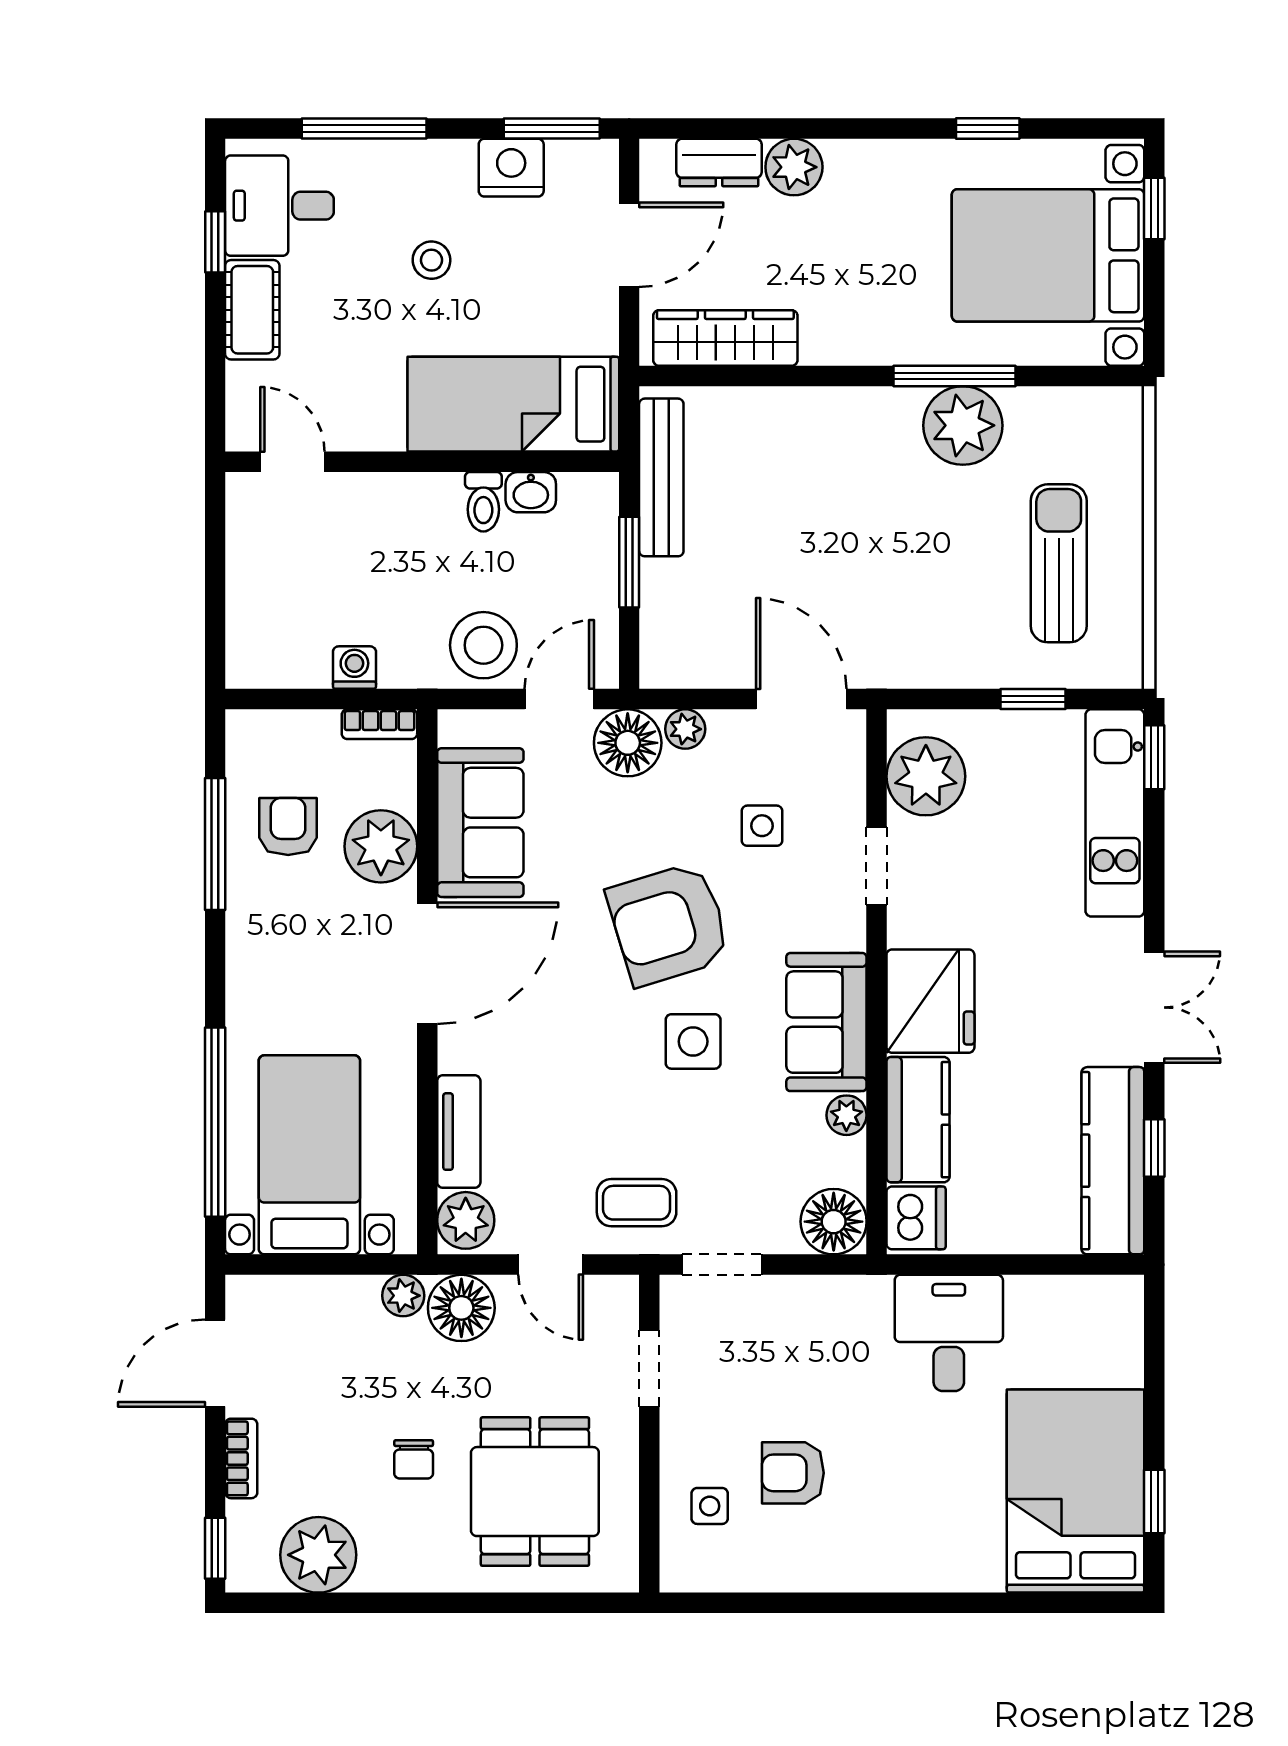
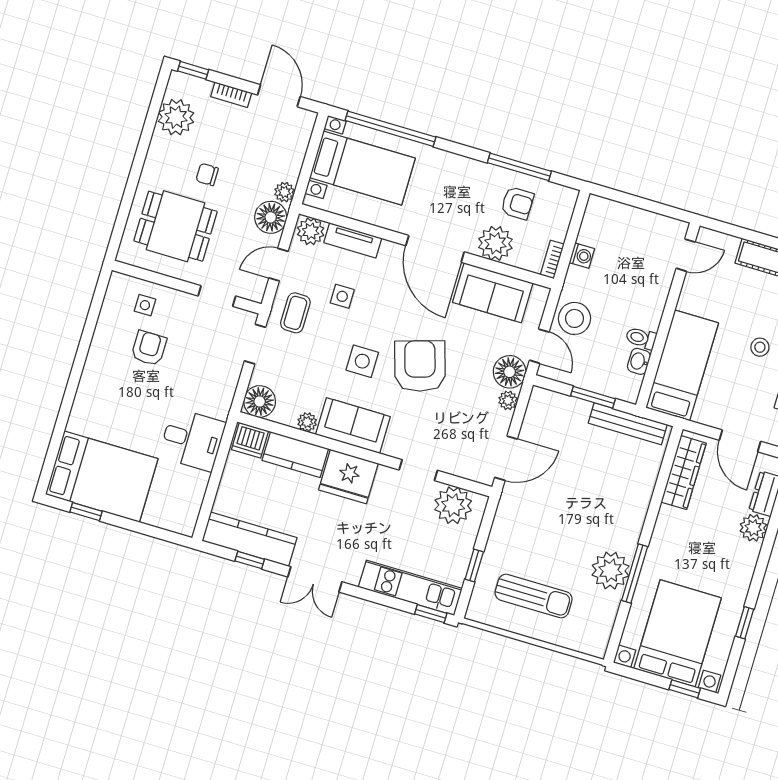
side table: (762, 826) -> (342, 296), moved

